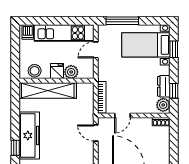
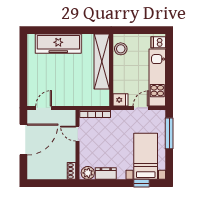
door: (96, 50) -> (141, 108), hinge flipped
fridge: (57, 71) -> (120, 100), moved
plant: (71, 72) -> (120, 84), removed
window: (174, 91) -> (102, 183), removed
door: (96, 133) -> (44, 108), moved
window: (15, 148) -> (46, 30), removed

